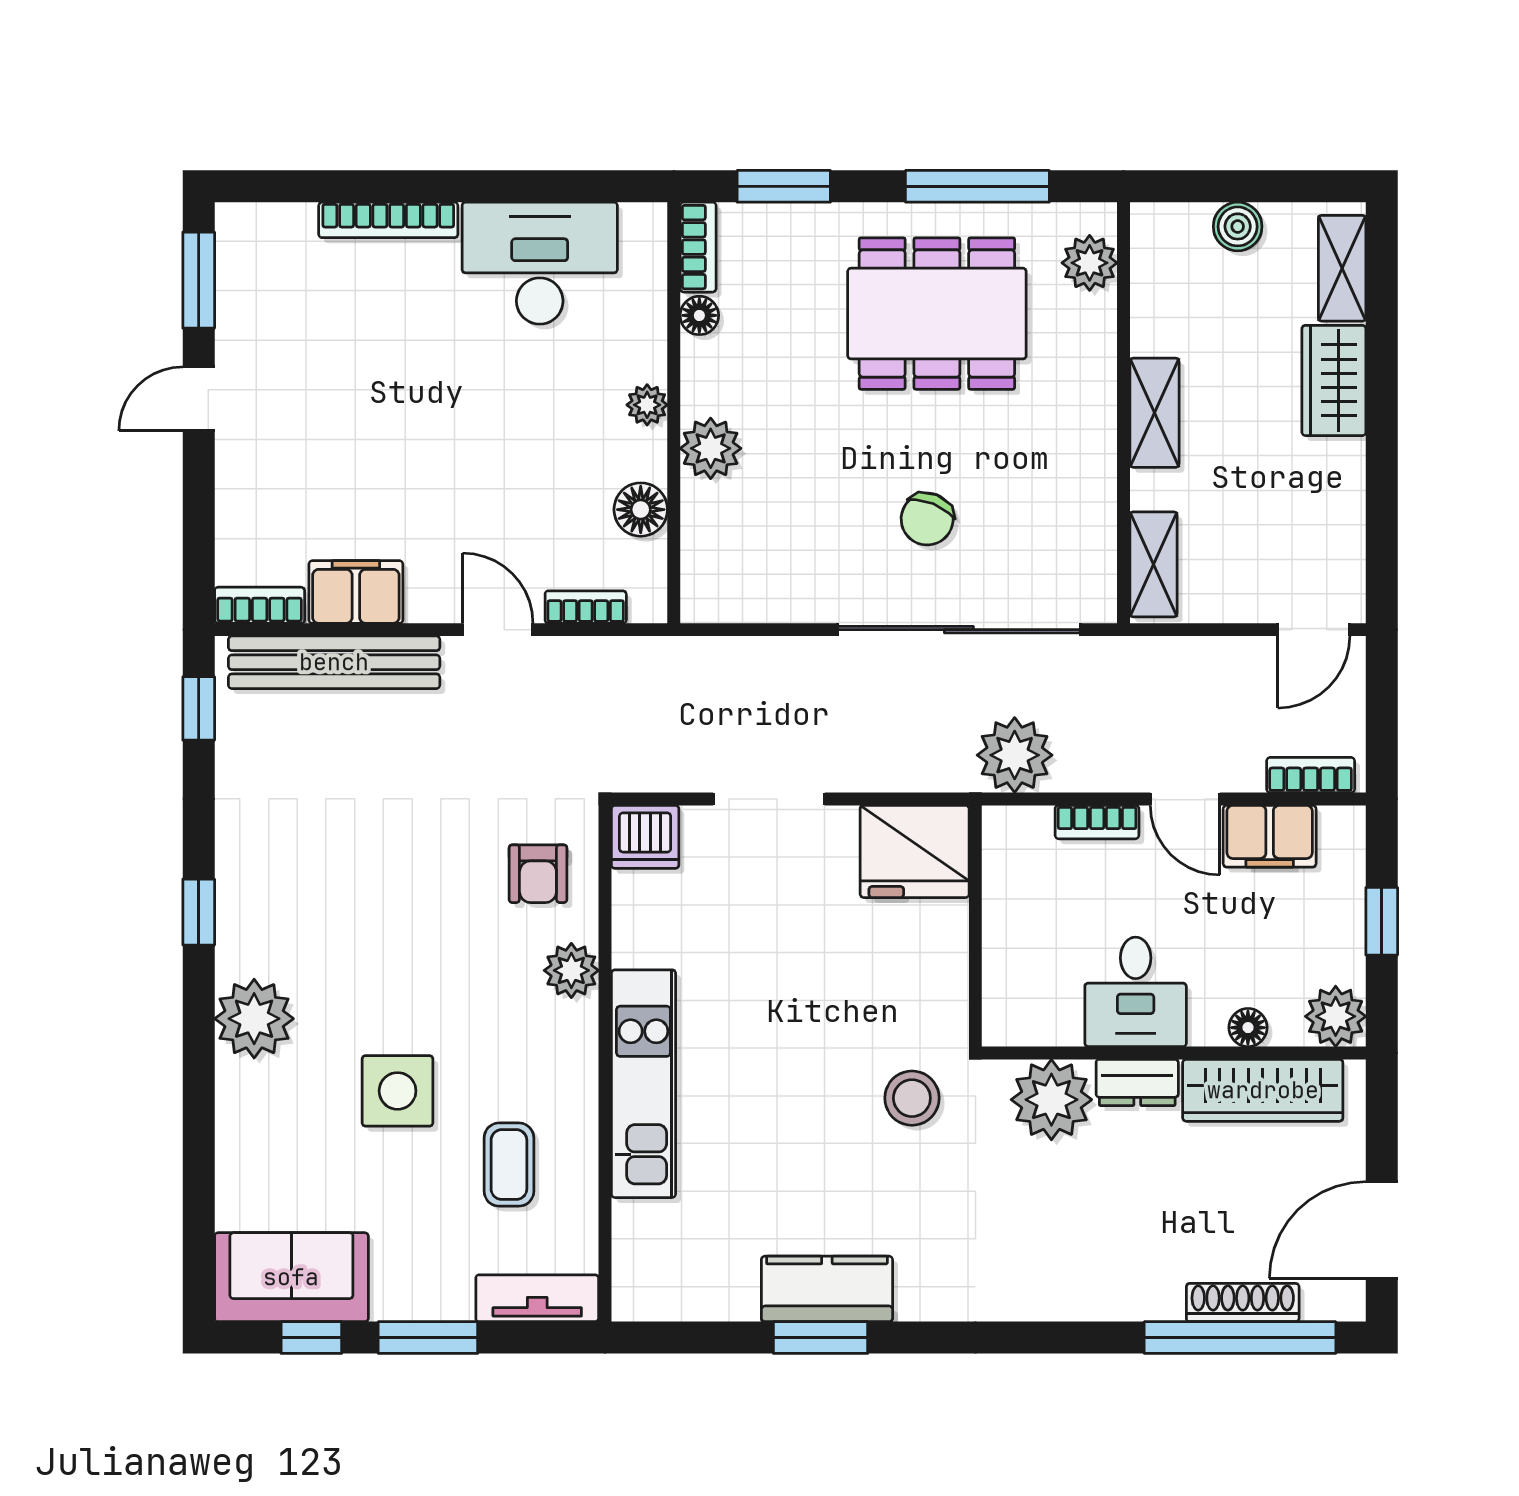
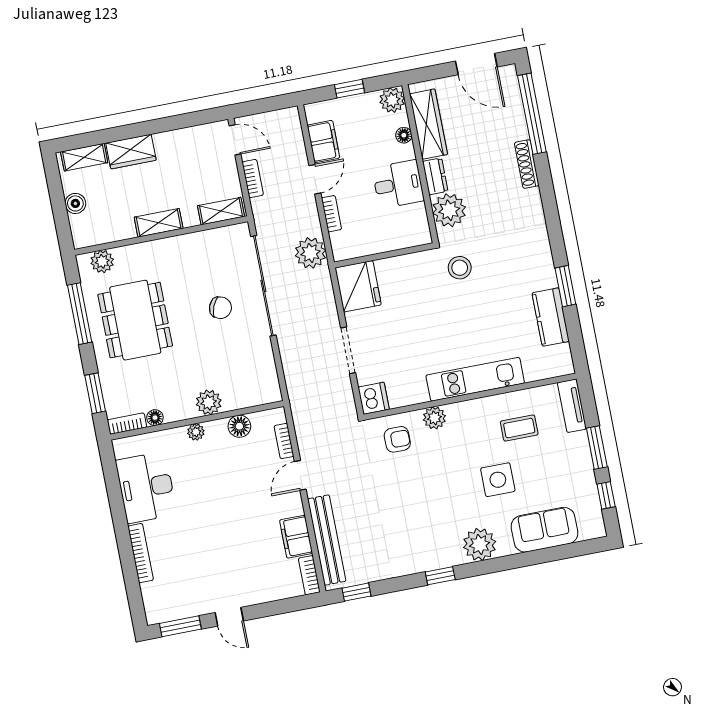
bookcase: (1311, 775) -> (253, 179), moved, turned 180
sofa: (291, 1277) -> (544, 530), moved, turned 90
kitchen counter: (827, 1289) -> (551, 317), moved
shoe rack: (1243, 1303) -> (527, 164), moved

